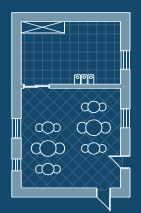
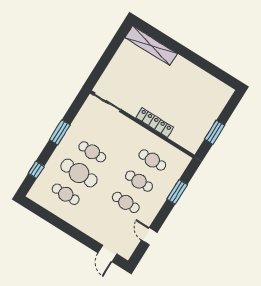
locker: (84, 80) -> (155, 123), width x1.53
cafe table: (94, 128) -> (139, 181), width x0.73, depth x0.74

